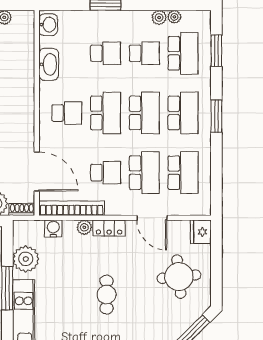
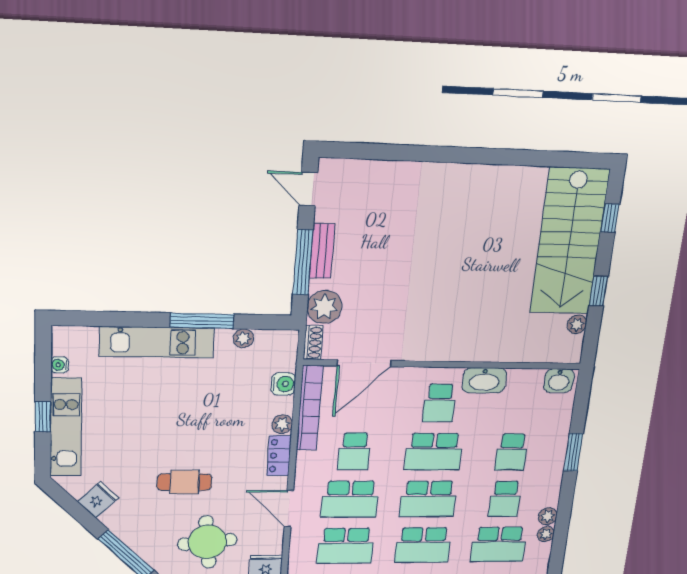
washbasin: (49, 64) -> (484, 380), moved
door: (152, 218) -> (289, 509), hinge flipped
plant: (26, 259) -> (243, 338), width x0.53, depth x0.53
cafe table: (107, 295) -> (184, 482), moved

